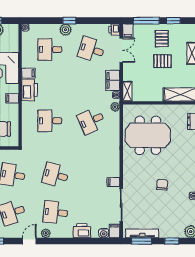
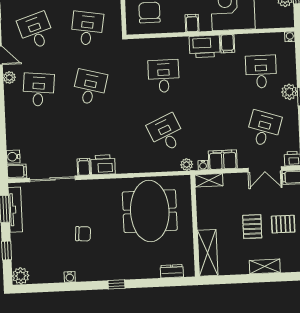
printer: (82, 231) -> (103, 165), moved, turned -90

